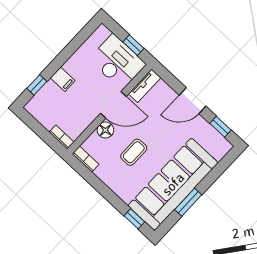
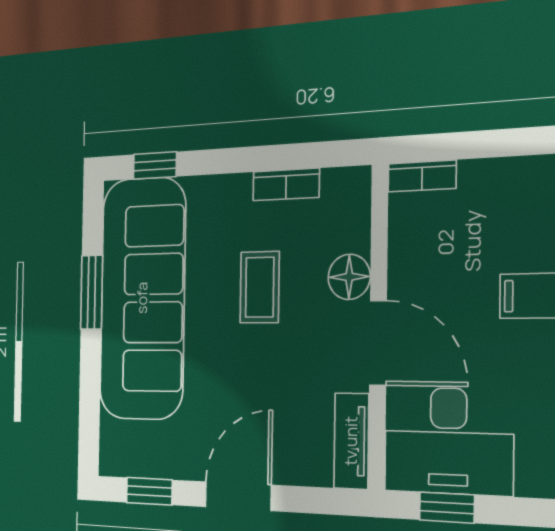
door: (113, 105) -> (378, 343), swing flipped
bookcase: (86, 159) -> (286, 184), moved

